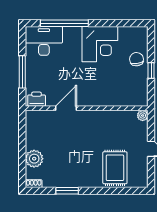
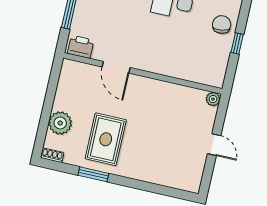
door: (66, 108) -> (116, 67), swing flipped
rug: (115, 168) -> (106, 139), moved

